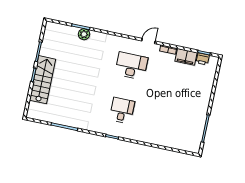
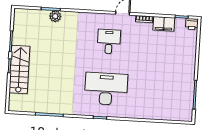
printer: (203, 59) -> (192, 24), moved
desk: (131, 66) -> (109, 41), width x0.73
desk: (122, 110) -> (106, 89), width x1.87, depth x1.30

